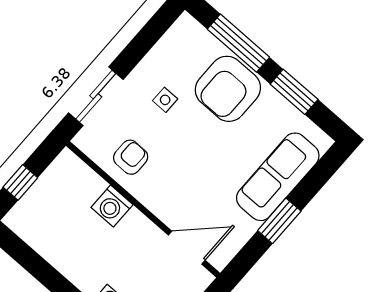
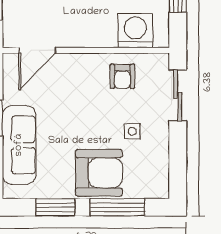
armchair: (228, 89) -> (99, 173), turned 90
washing machine: (112, 206) -> (135, 31), moved, width x1.37, depth x1.37

